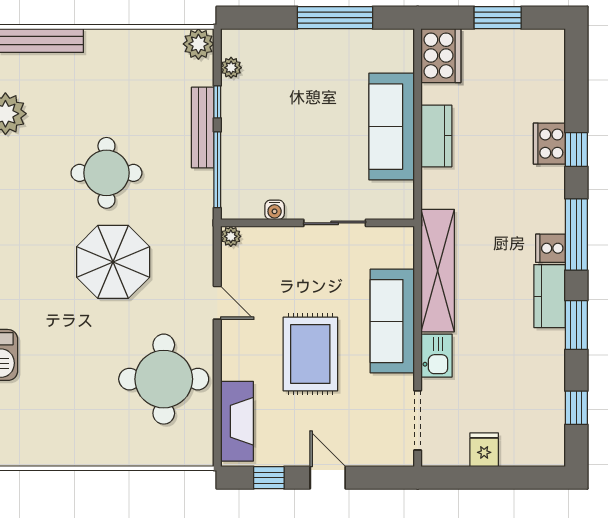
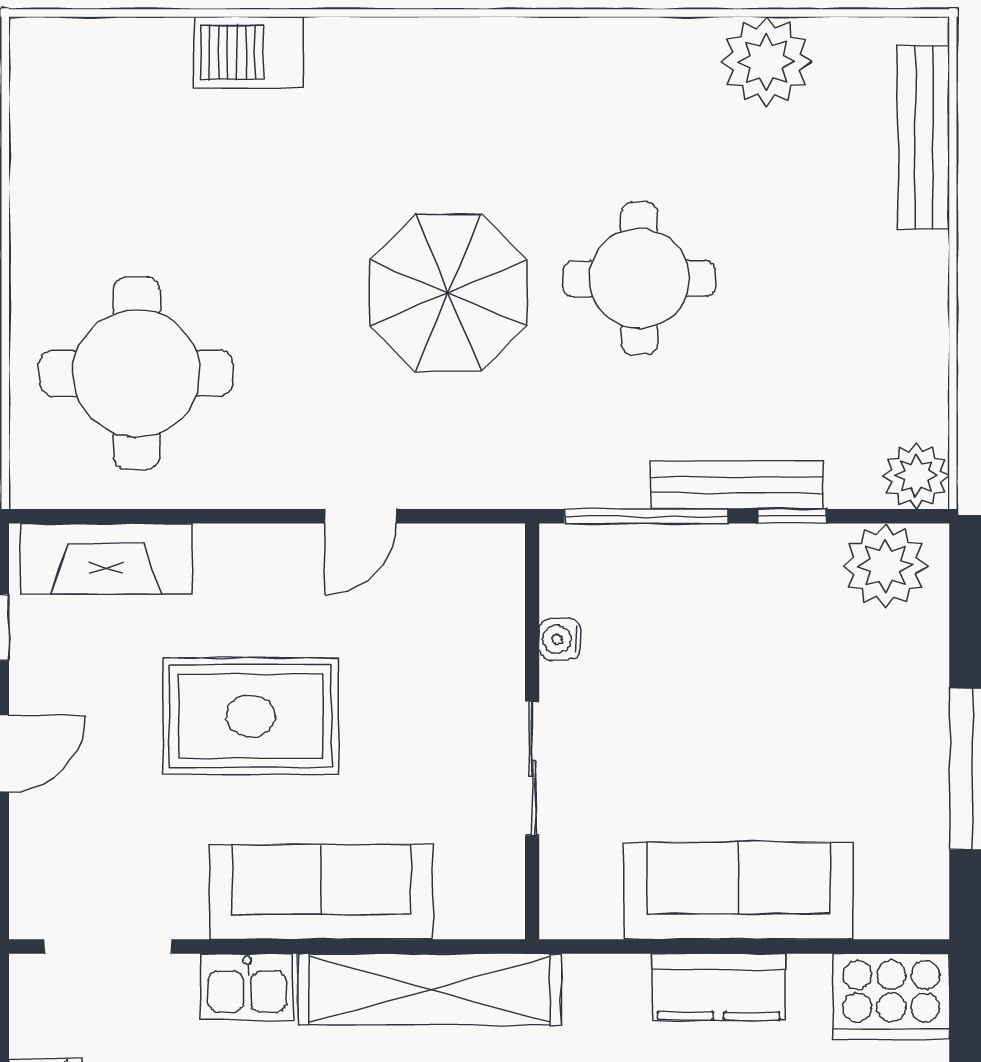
plant: (231, 68) -> (885, 566), width x1.88, depth x1.88
plant: (231, 236) -> (503, 545), removed
round table: (164, 379) -> (136, 373), moved

